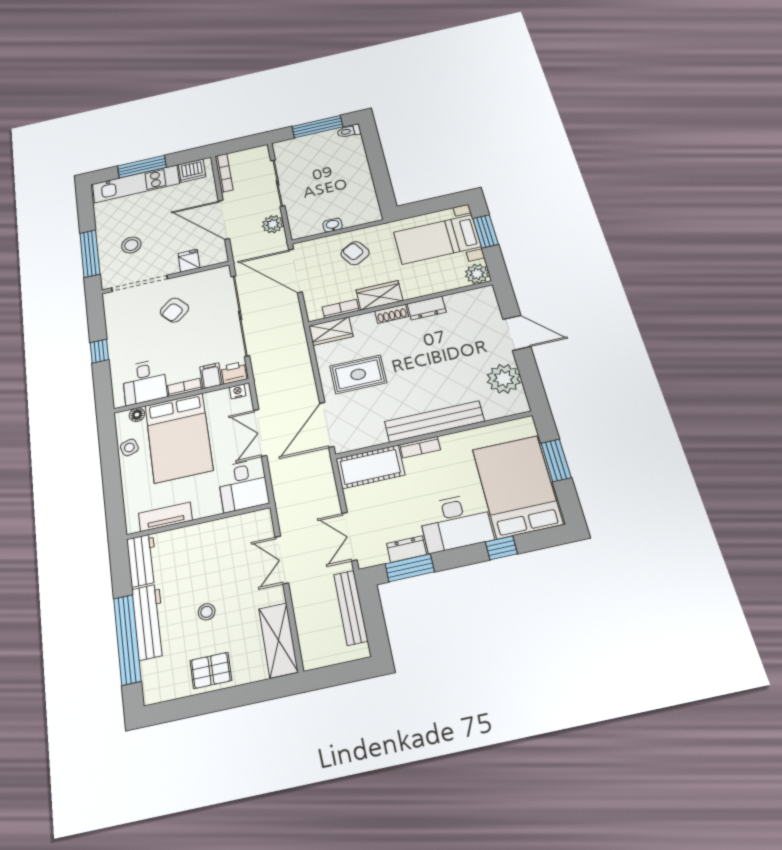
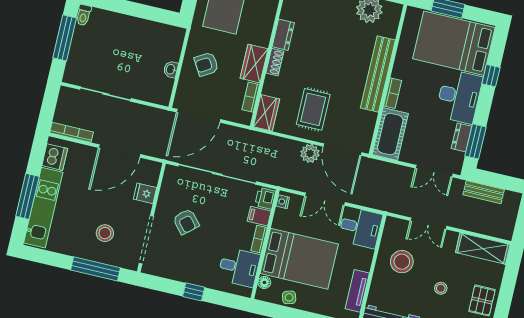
plant: (273, 224) -> (310, 153), moved
stool: (221, 551) -> (402, 262), added
bench: (351, 607) -> (484, 192), width x0.73

